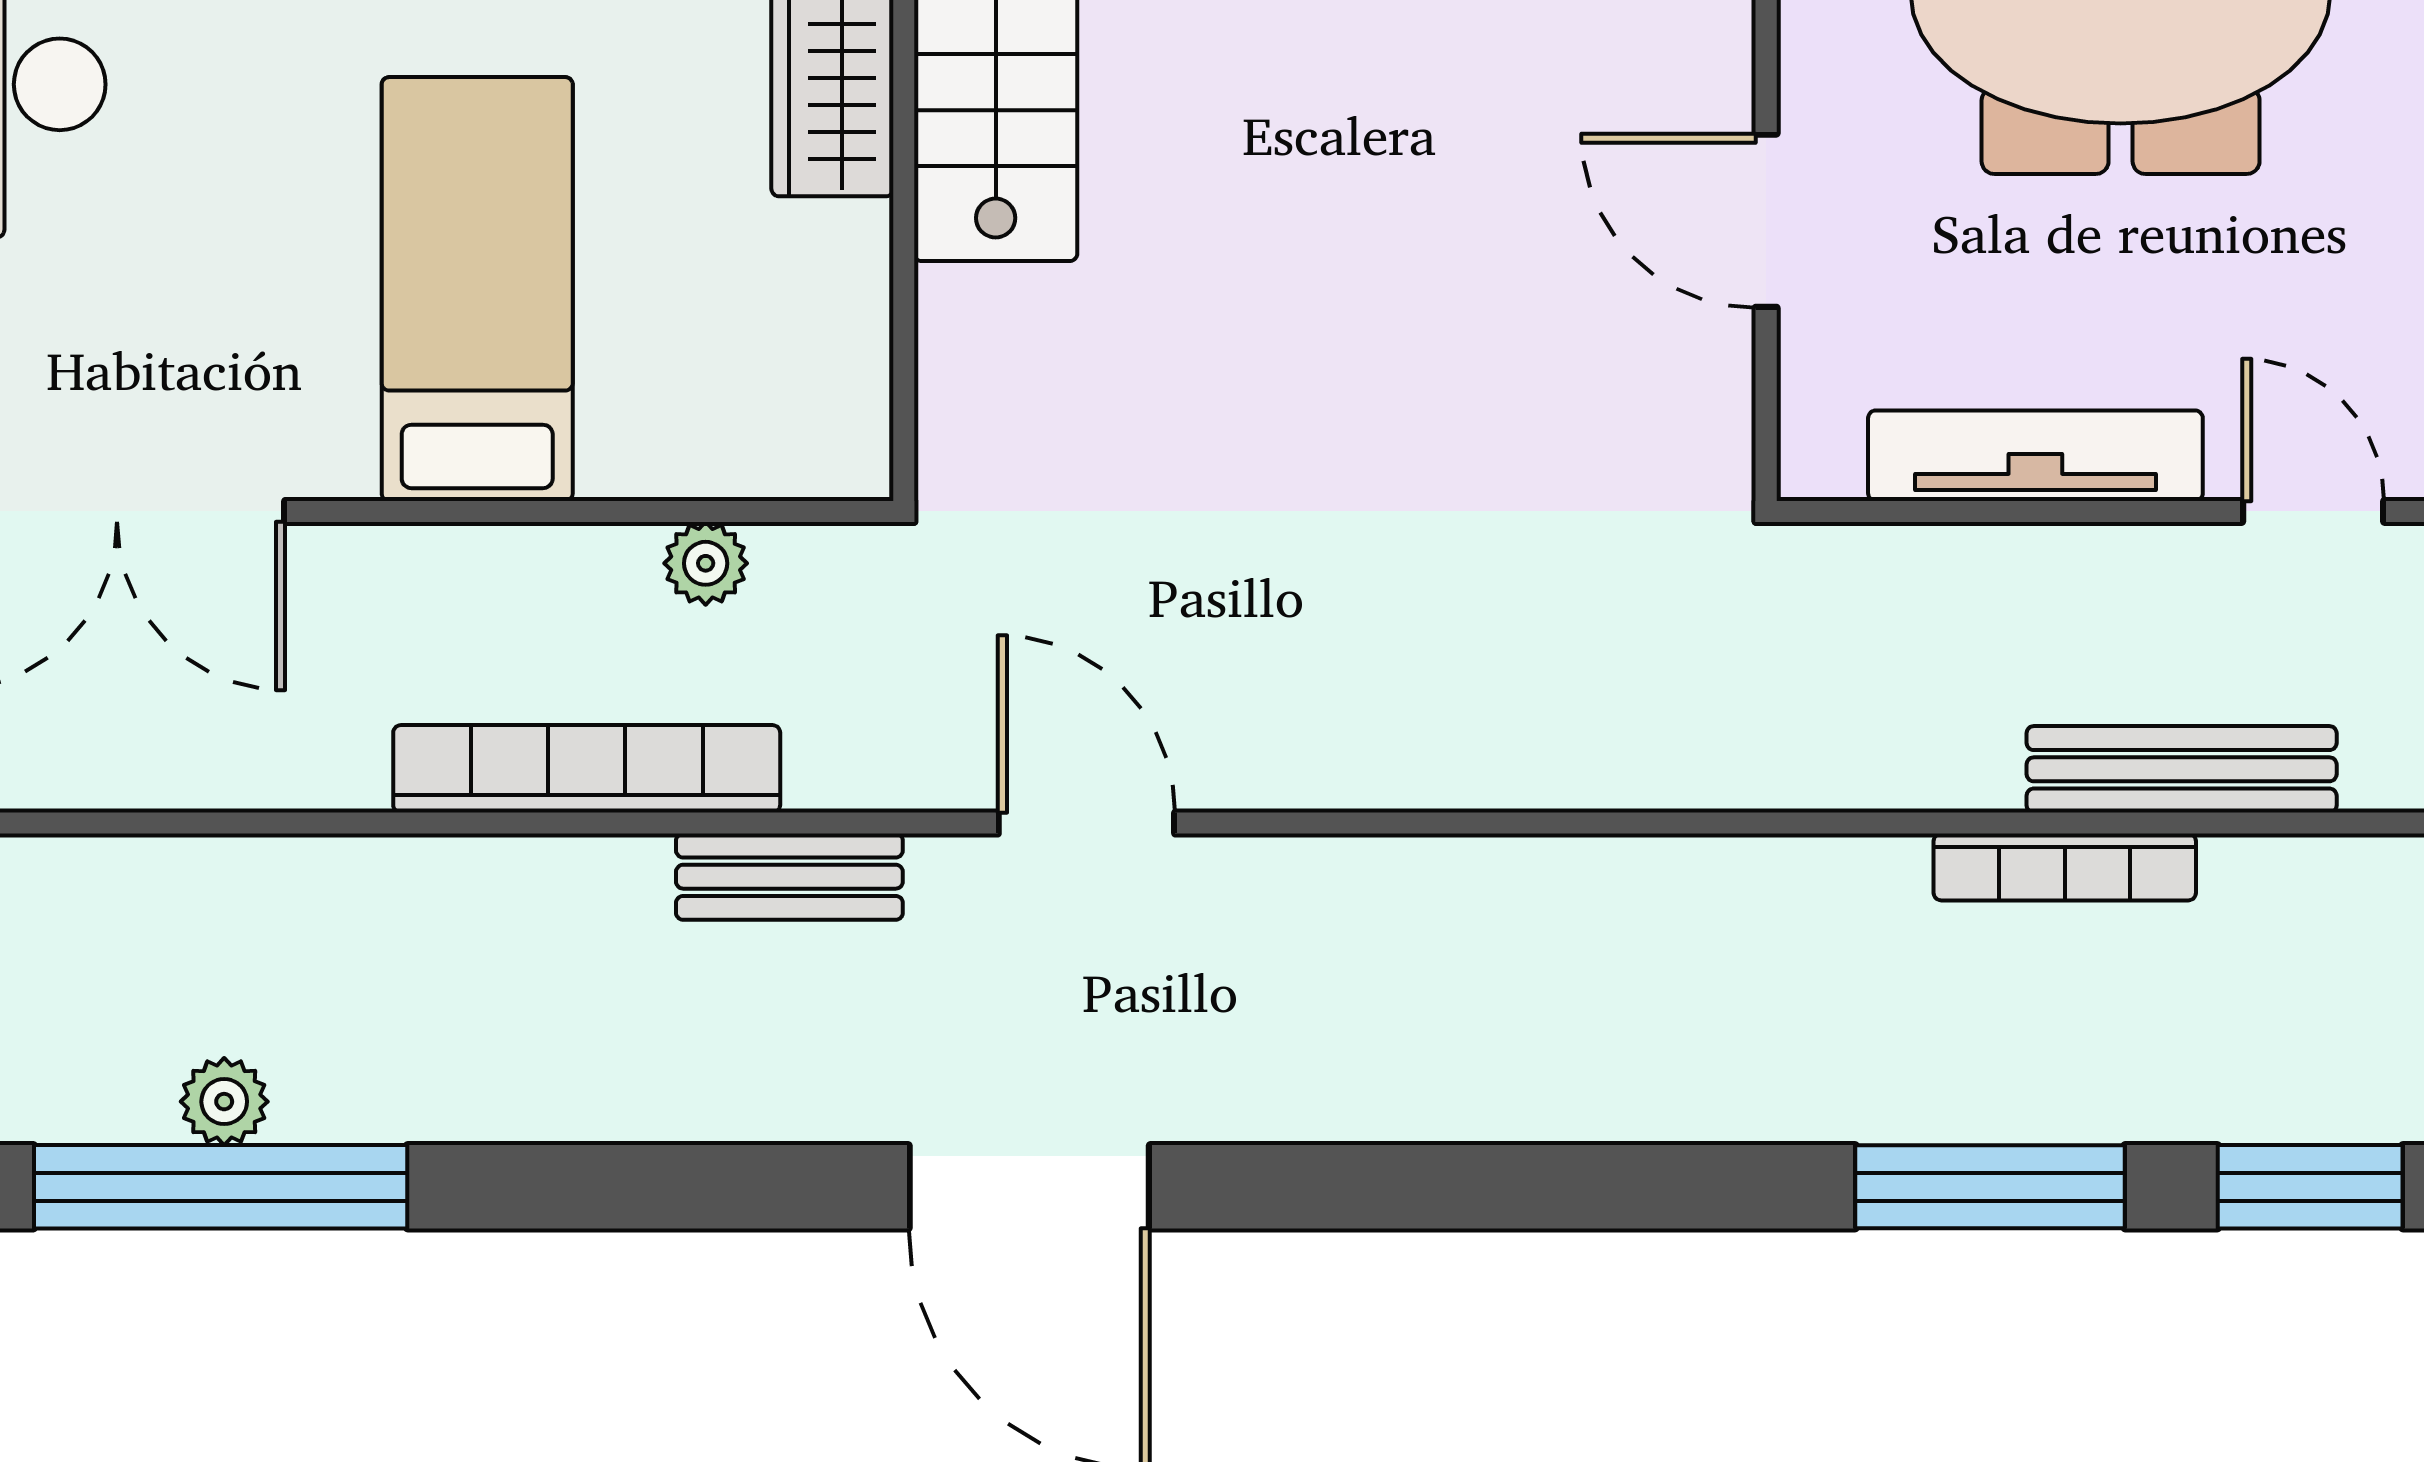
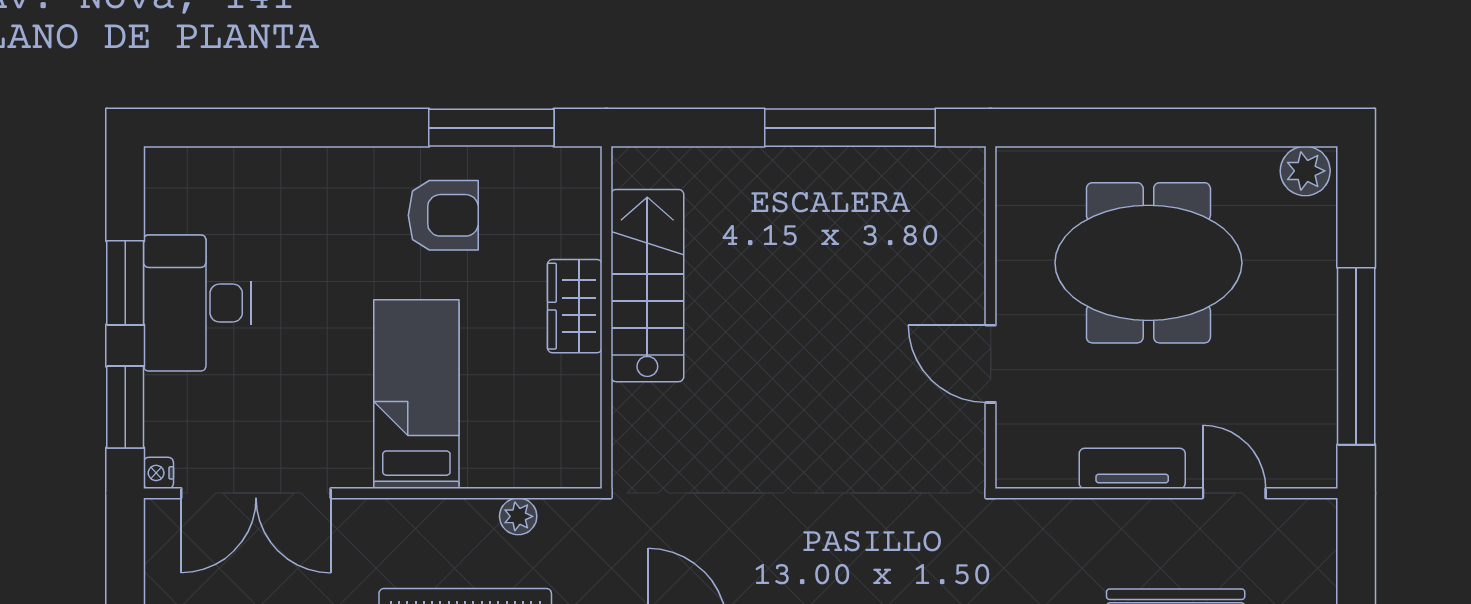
tv unit: (2035, 456) -> (1132, 468), width x0.71

